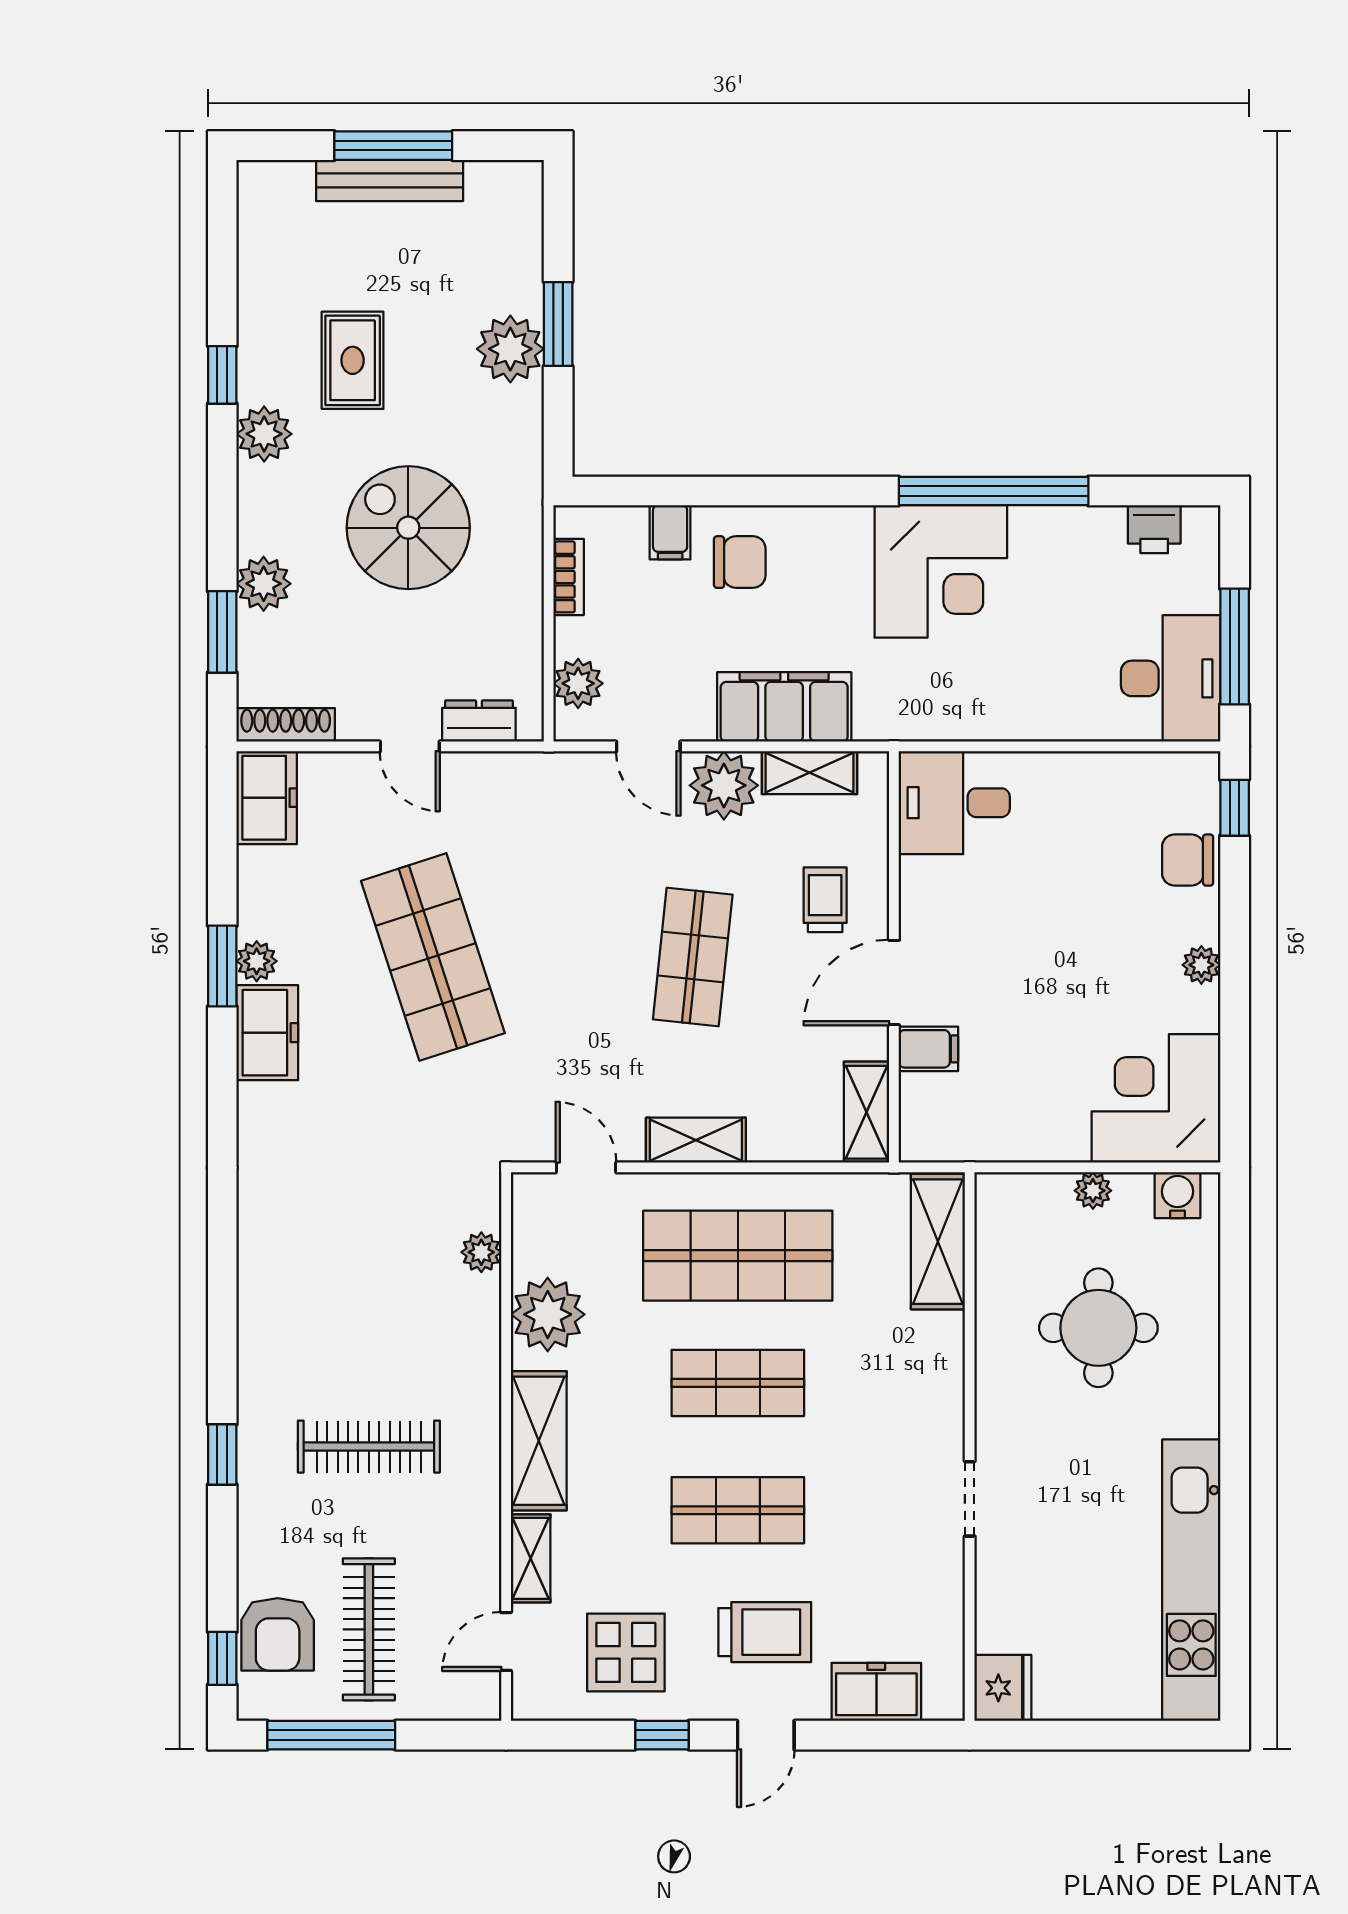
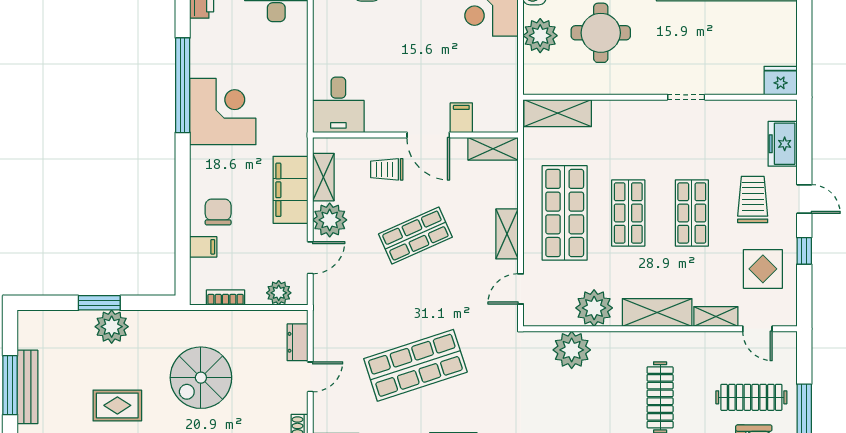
shop shelf: (693, 957) -> (415, 236), turned -30
plant: (1093, 1191) -> (540, 36), width x1.87, depth x1.87
plant: (481, 1252) -> (572, 350), width x1.87, depth x1.87

